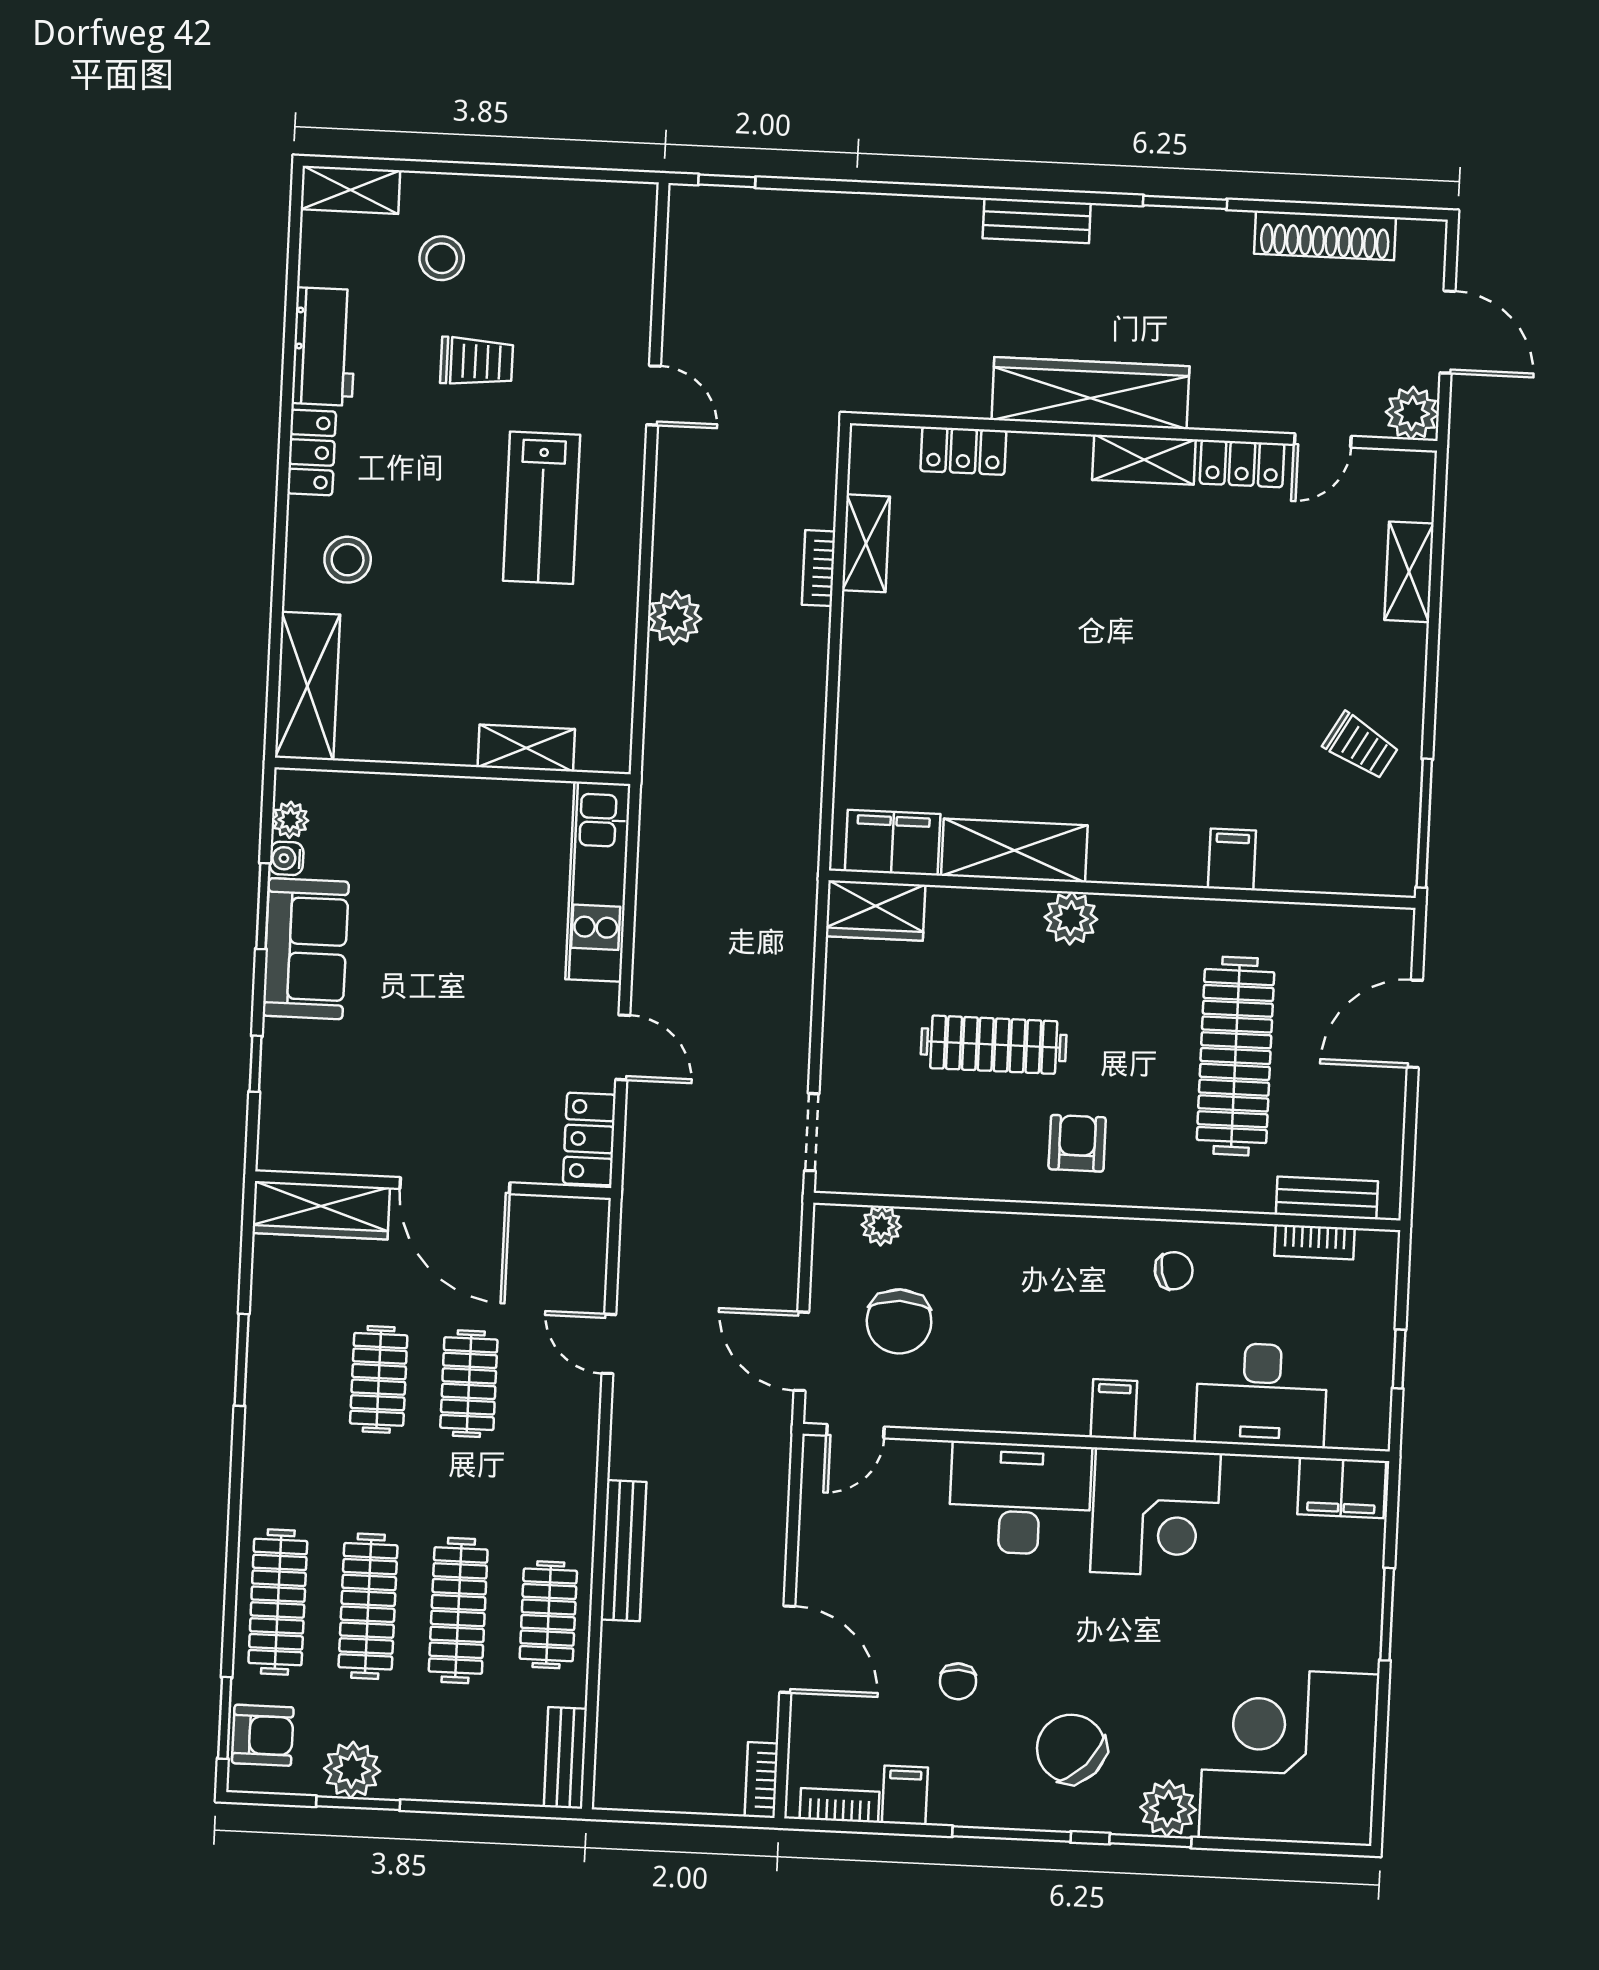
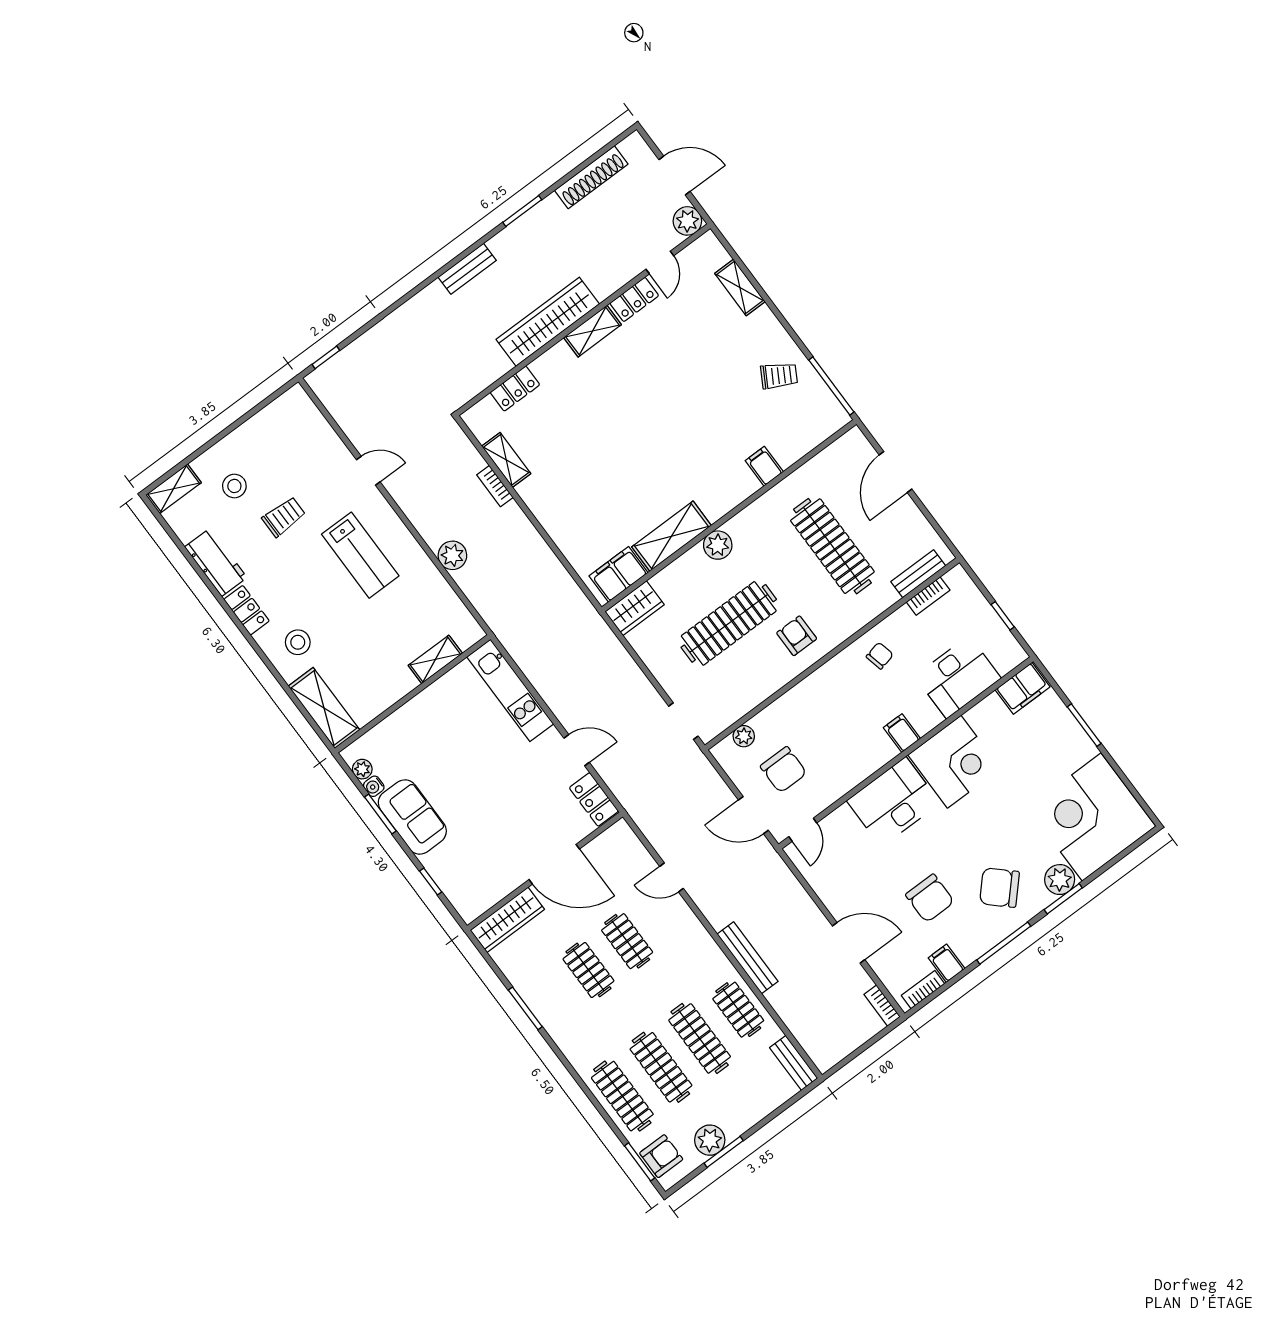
clothes rail: (994, 1045) -> (729, 623), width x1.37, depth x1.31
chair: (958, 1681) -> (930, 898), width x1.87, depth x1.87

